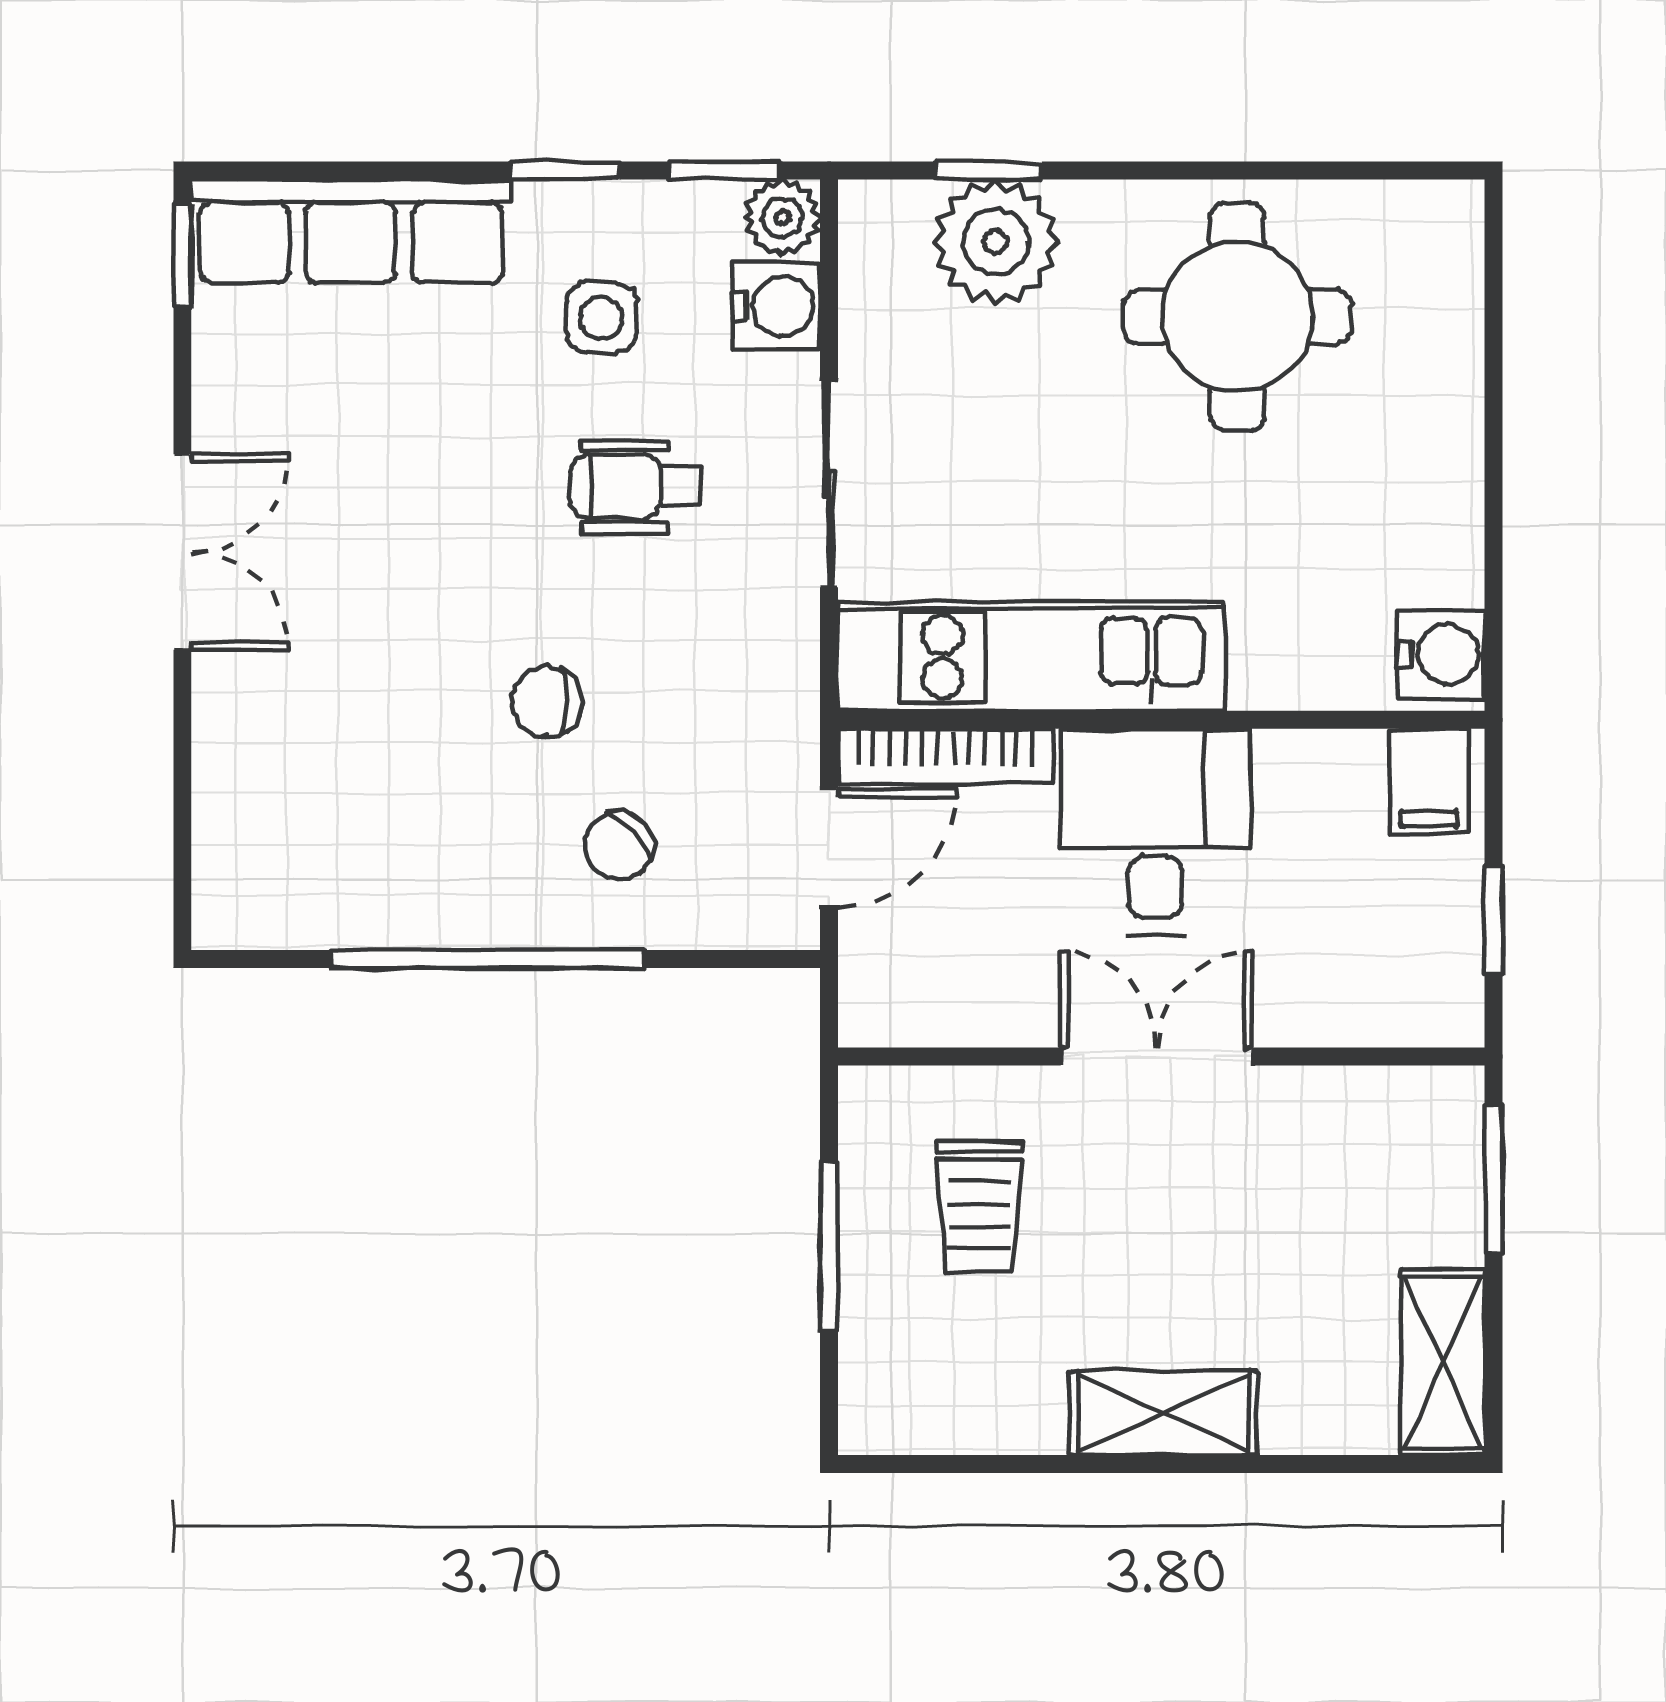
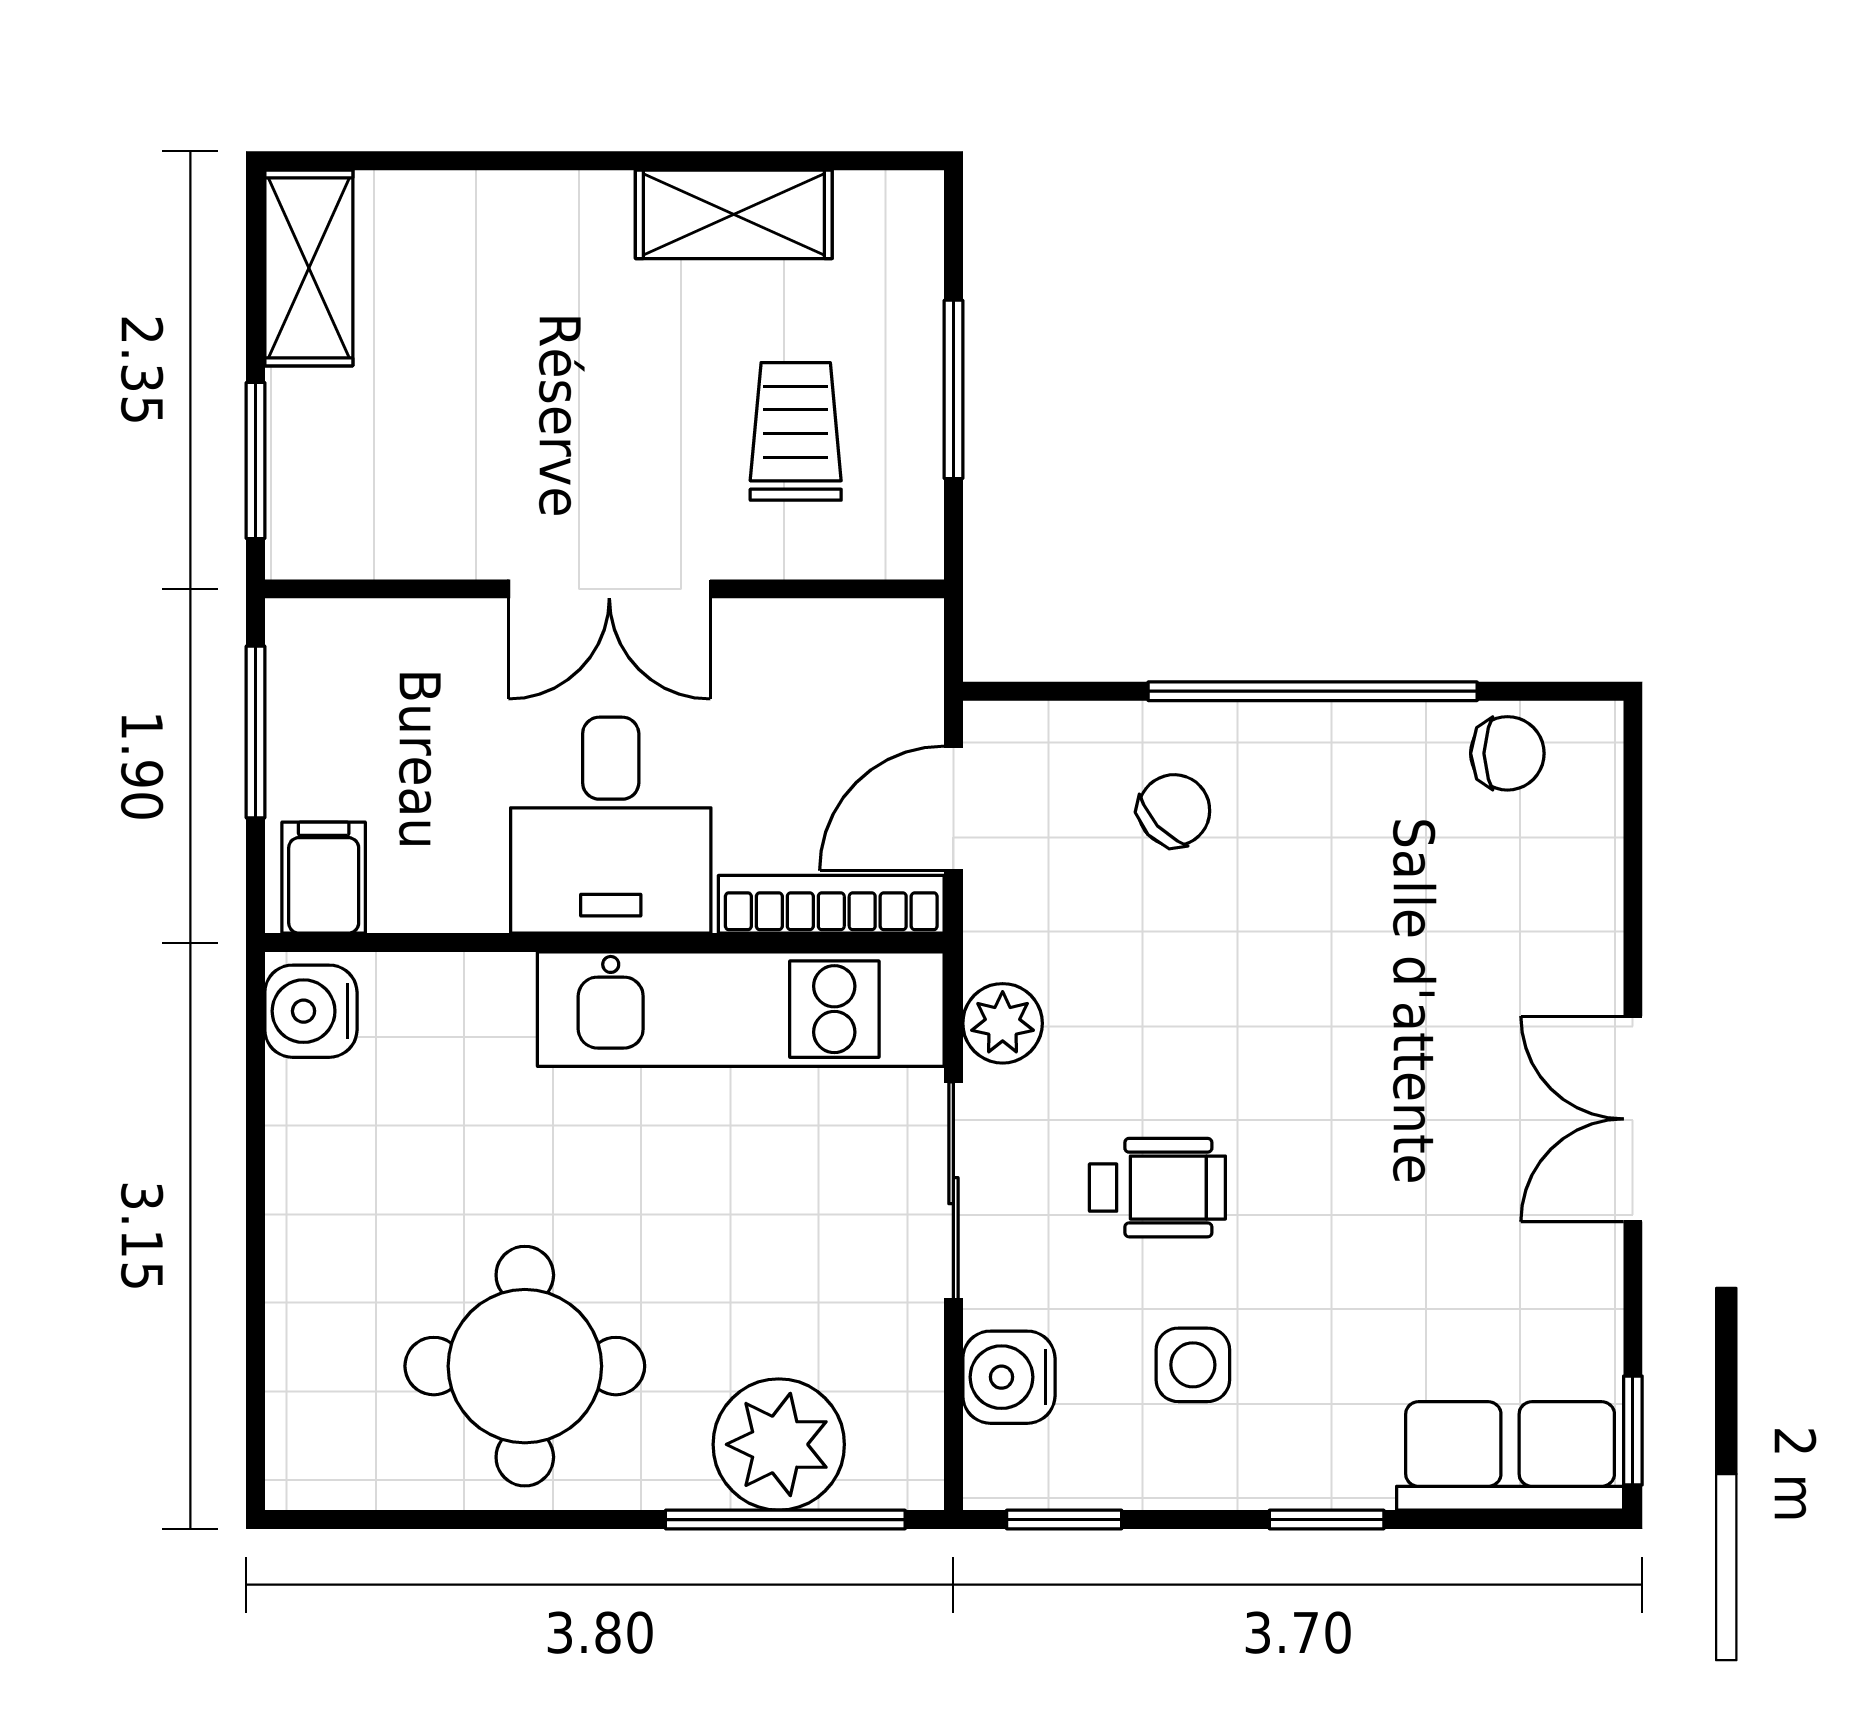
window: (565, 171) -> (1327, 1520), moved
window: (989, 171) -> (785, 1520), width x2.17
plant: (782, 217) -> (1003, 1023), moved
row of seats: (351, 231) -> (1510, 1456), width x0.68
chair: (547, 702) -> (1507, 753), moved
window: (1494, 920) -> (255, 732), width x1.50
shelving: (1163, 1413) -> (734, 214), moved

